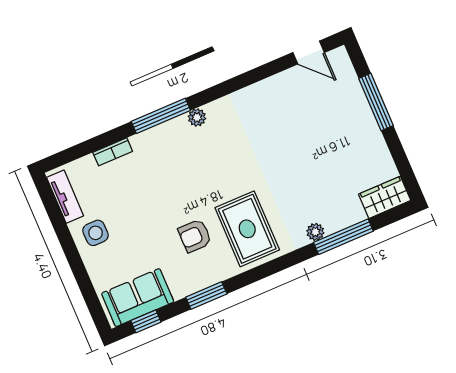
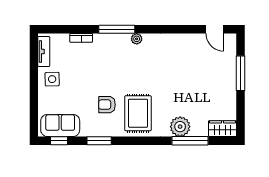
plant: (315, 232) -> (180, 127), width x1.88, depth x1.88

